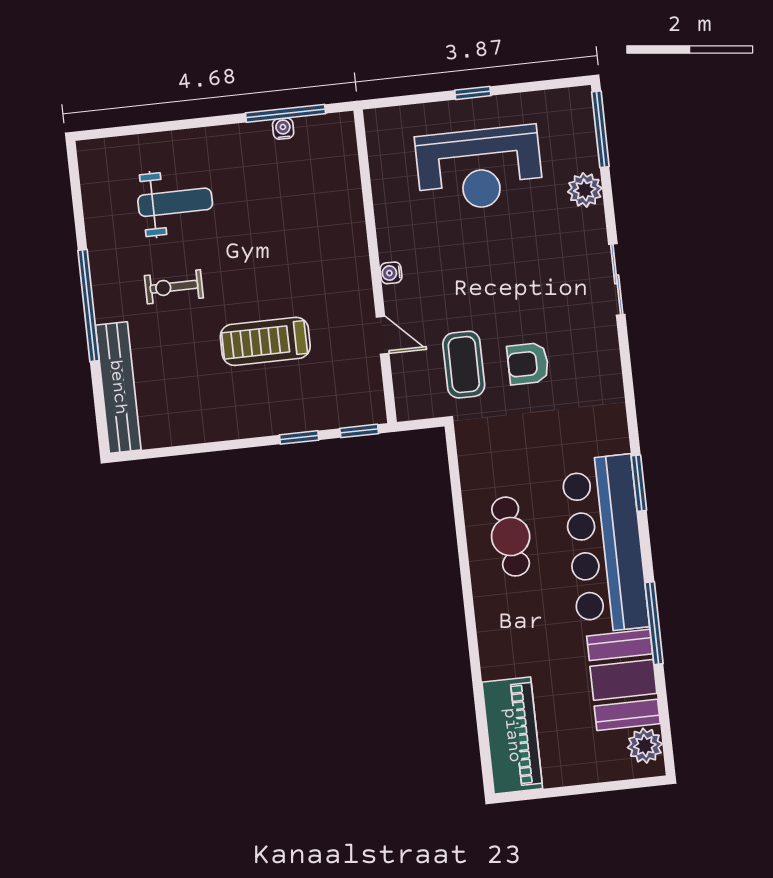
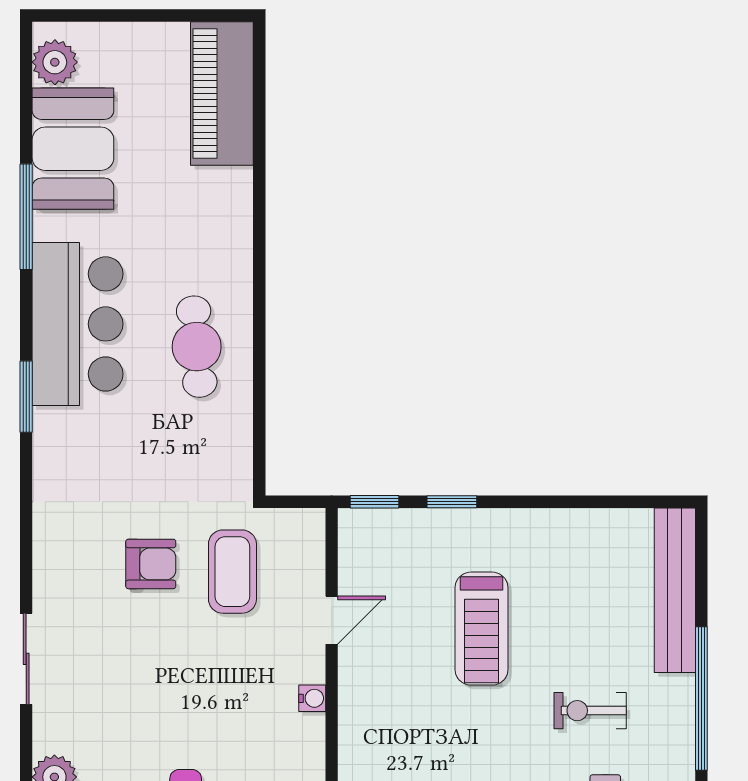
exercise bike: (174, 287) -> (590, 711), turned 180
door: (383, 335) -> (332, 620), swing flipped
treadmill: (265, 341) -> (482, 629), turned 90
bar counter: (605, 544) -> (78, 324), width x0.73

